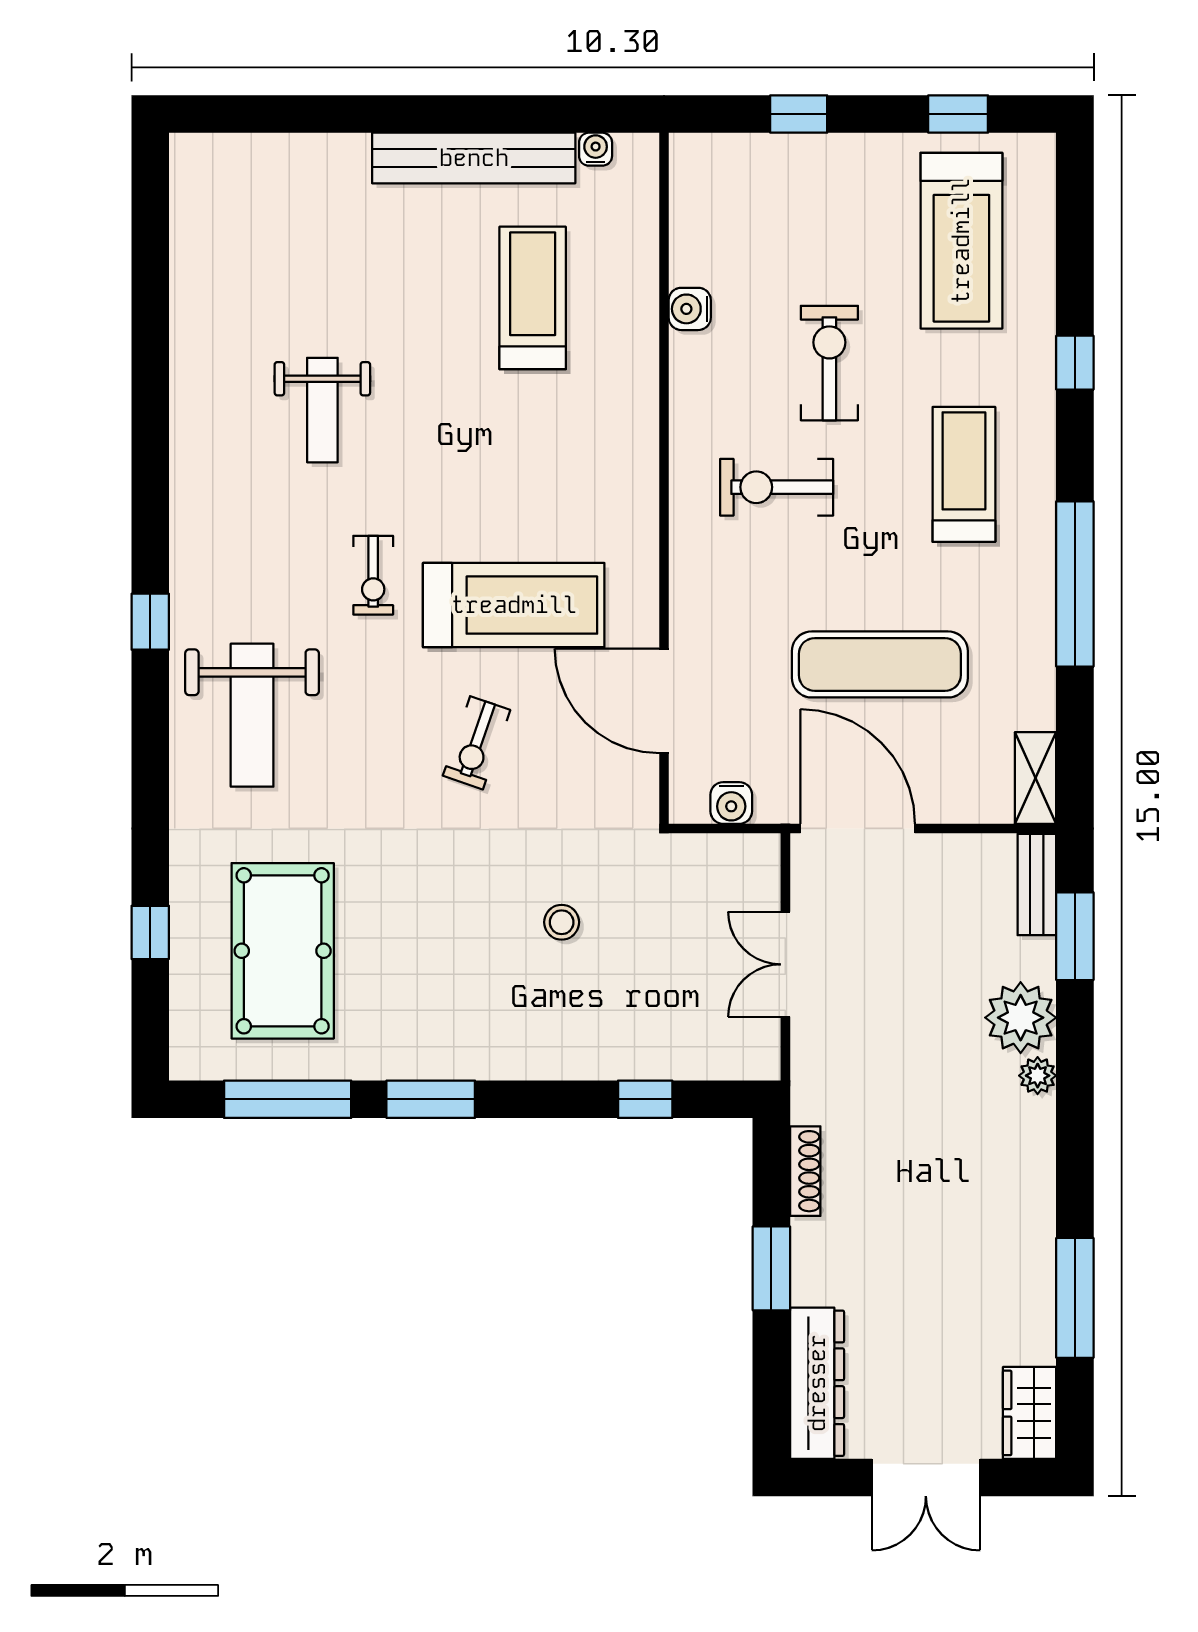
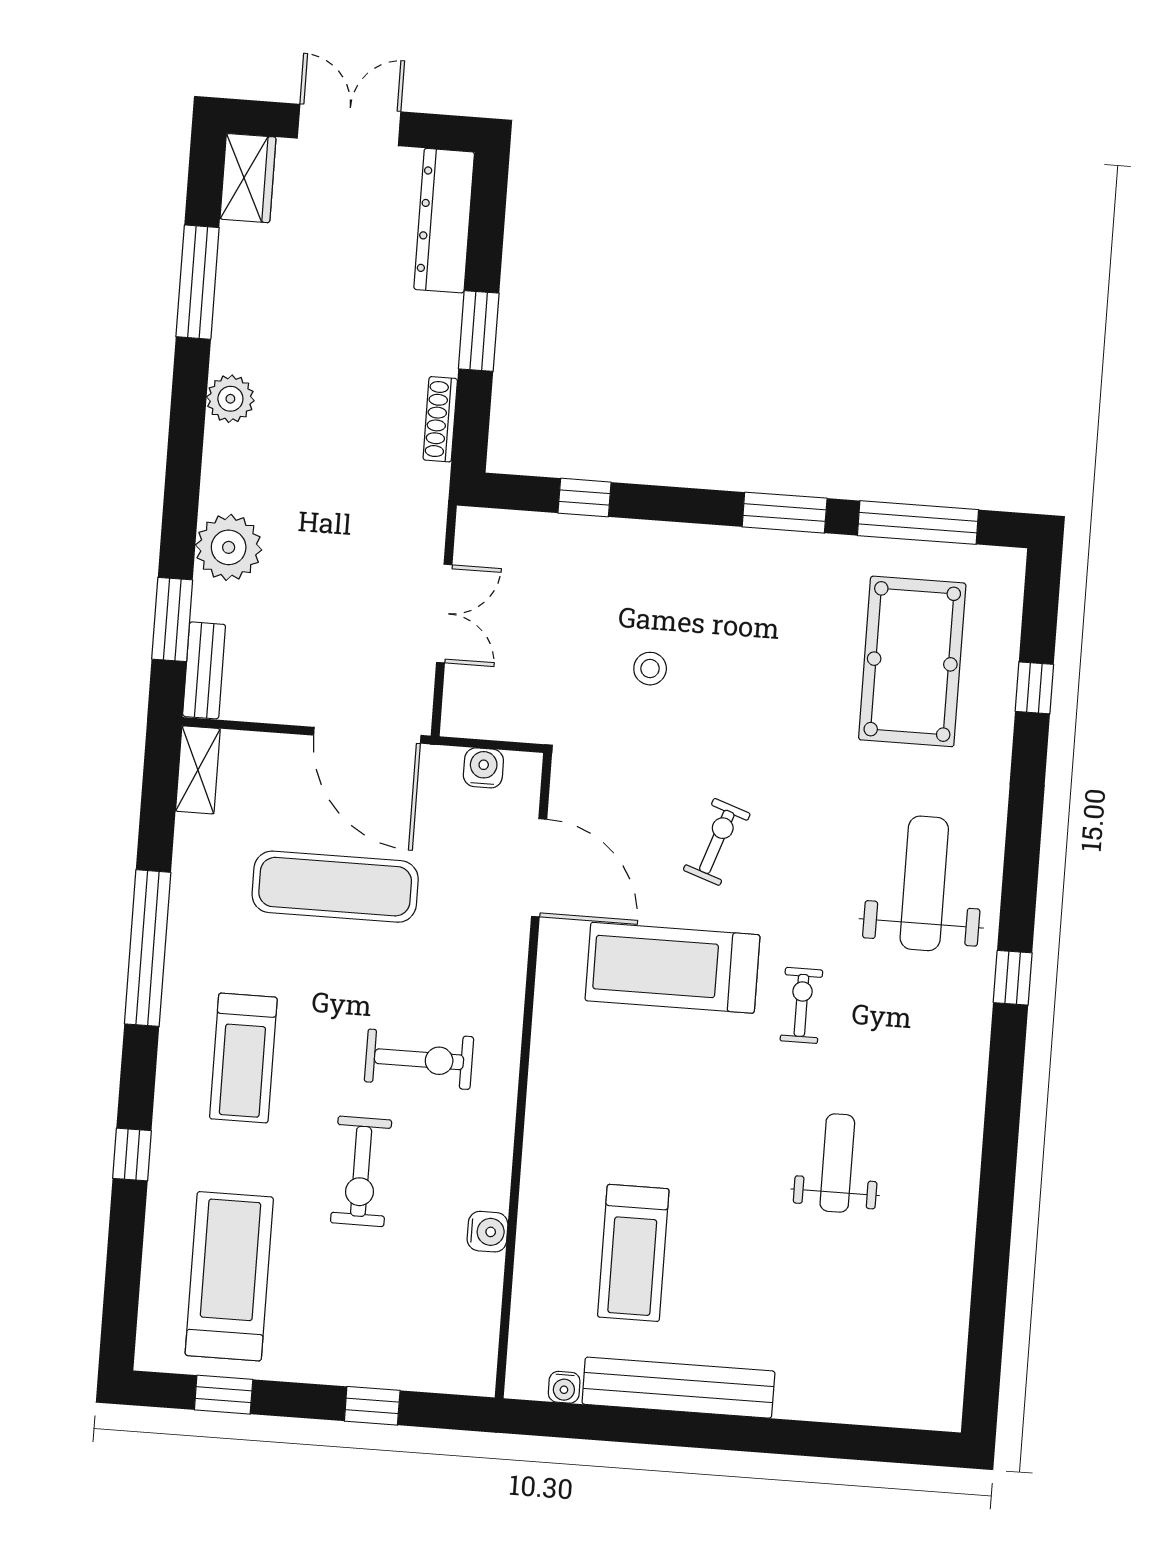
plant: (1038, 1076) -> (230, 399), moved, width x1.38, depth x1.38

